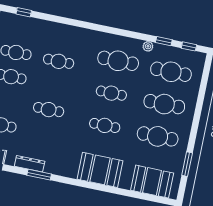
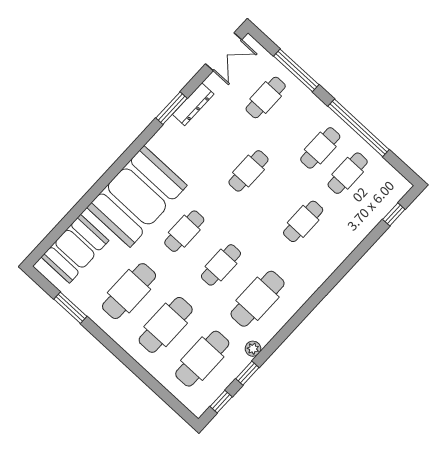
booth: (100, 170) -> (137, 196), width x1.36, depth x1.42

